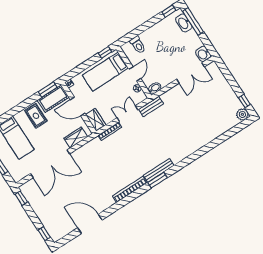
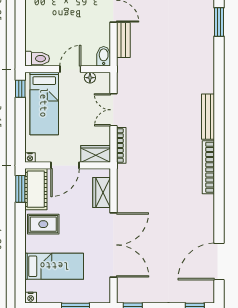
toilet: (138, 45) -> (37, 59), moved
door: (135, 74) -> (70, 69), hinge flipped
bench: (151, 106) -> (123, 40), moved
window: (157, 180) -> (219, 22), moved
door: (90, 224) -> (219, 261), moved

